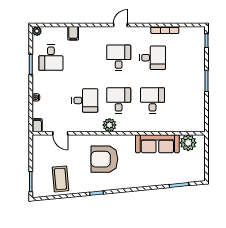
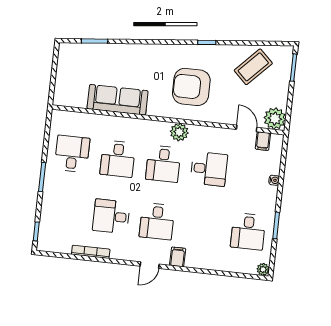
filing cabinet: (73, 33) -> (178, 257), moved
desk: (51, 58) -> (248, 231), turned 180
desk: (85, 100) -> (209, 169), turned 180
desk: (186, 100) -> (72, 154), added
filing cabinet: (37, 125) -> (263, 141), moved
plant: (188, 143) -> (275, 119), moved
armchair: (104, 159) -> (191, 87), turned 180
coffee table: (60, 179) -> (253, 67), turned 49

